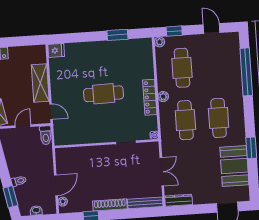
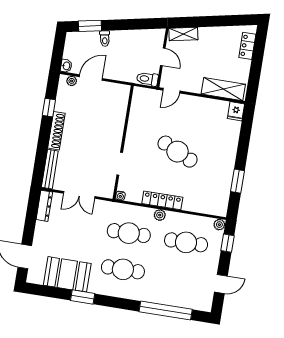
shelving: (40, 83) -> (223, 89), moved
cafe table: (104, 94) -> (178, 152), turned -64
door: (56, 185) -> (91, 78), swing flipped
washbasin: (36, 210) -> (66, 66), moved

